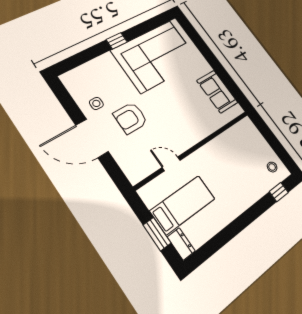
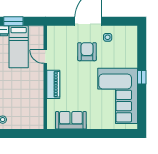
piano: (195, 134) -> (53, 84), added
door: (171, 164) -> (45, 57), swing flipped

